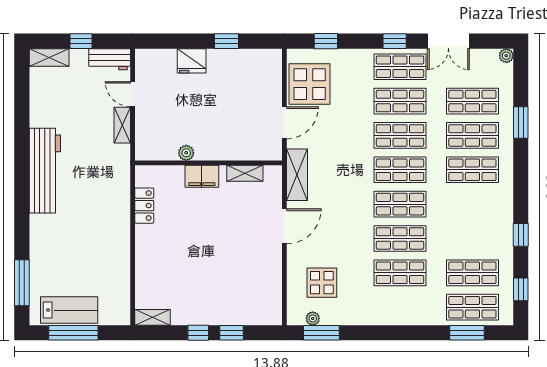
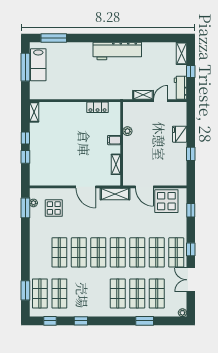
filing cabinet: (202, 176) -> (114, 140), width x0.50

